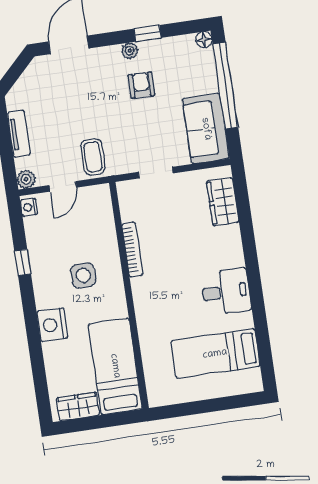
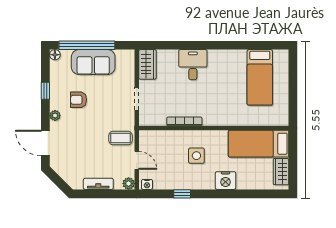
plant: (130, 51) -> (55, 116), moved
sofa: (206, 129) -> (93, 62), moved
wardrobe: (223, 202) -> (147, 64), moved, turned -90
desk: (226, 292) -> (193, 65), moved

